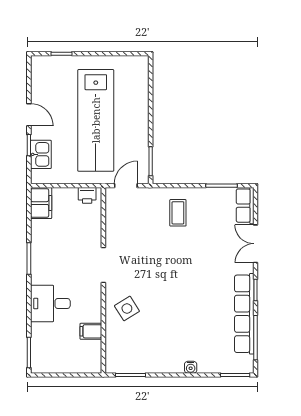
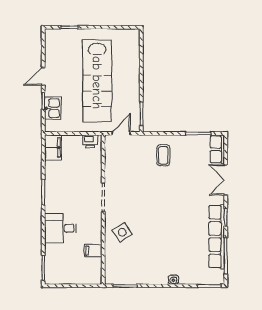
door: (29, 115) -> (43, 76), swing flipped

